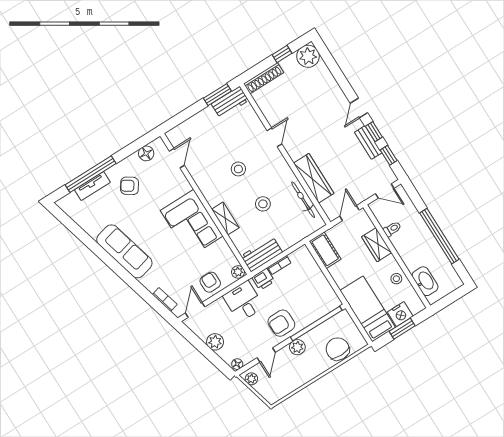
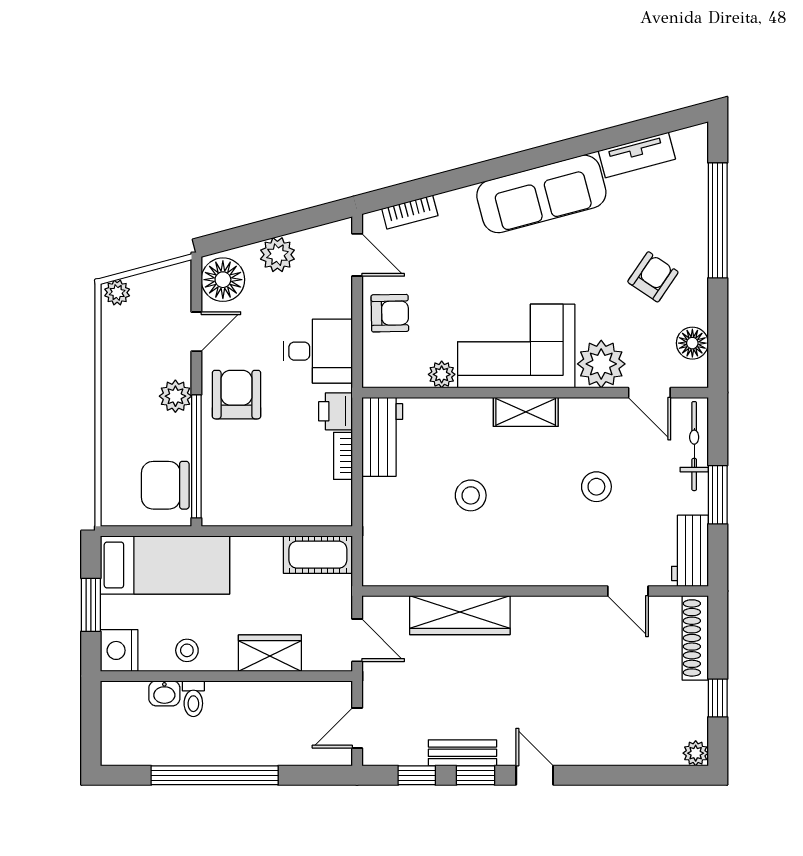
plant: (308, 56) -> (696, 753), width x0.53, depth x0.53
window: (217, 95) -> (718, 495), moved
door: (274, 137) -> (628, 591), moved
stool: (238, 169) -> (596, 487), moved
plant: (177, 185) -> (601, 364), added
tv unit: (92, 186) -> (637, 155), moved, turned -105
bicycle: (303, 200) -> (694, 446), moved, turned -90
shelving: (225, 218) -> (526, 412), moved
toilet: (392, 229) -> (193, 699), moved
plant: (238, 272) -> (442, 374), moved
washbasin: (425, 281) -> (164, 693), width x0.52, depth x0.69
nightstand: (400, 314) -> (119, 650), moved
chair: (338, 349) -> (165, 485), moved, turned 180
door: (266, 355) -> (196, 332), swing flipped
floor lamp: (237, 364) -> (223, 280), width x1.89, depth x1.89
plant: (251, 379) -> (117, 292), moved

